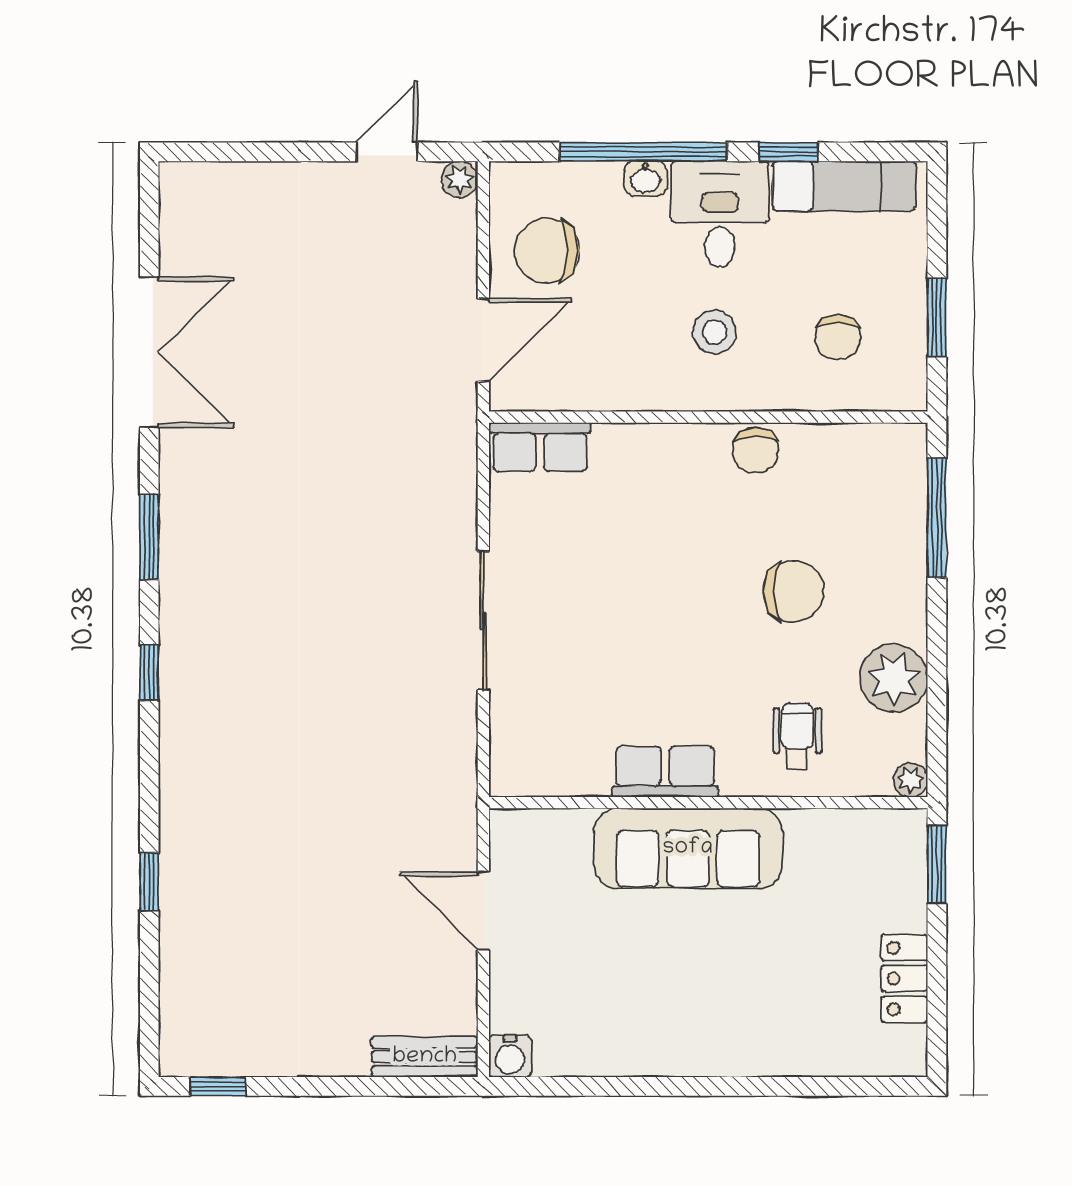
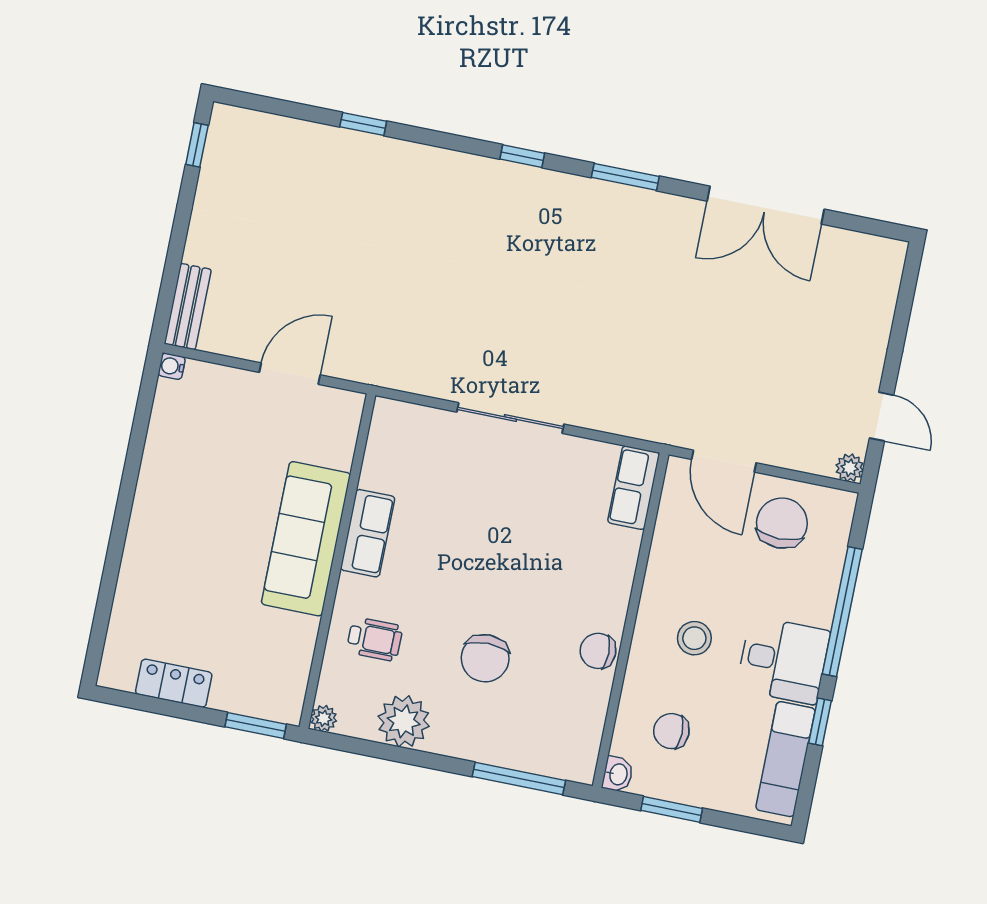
washbasin: (646, 178) -> (618, 774), moved, turned 180
water cooler: (510, 1056) -> (172, 366), width x0.72, depth x0.72

